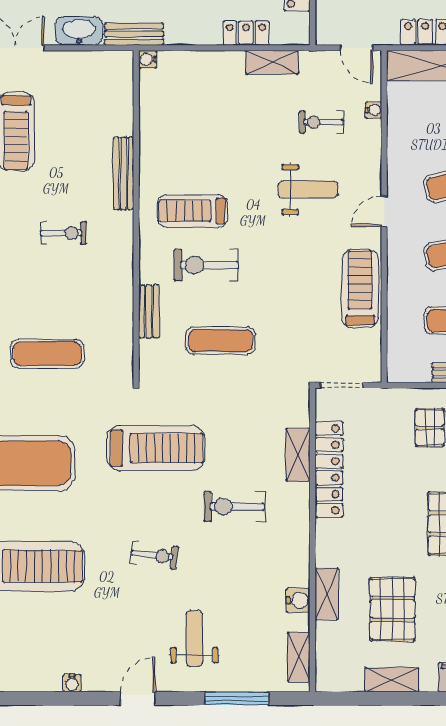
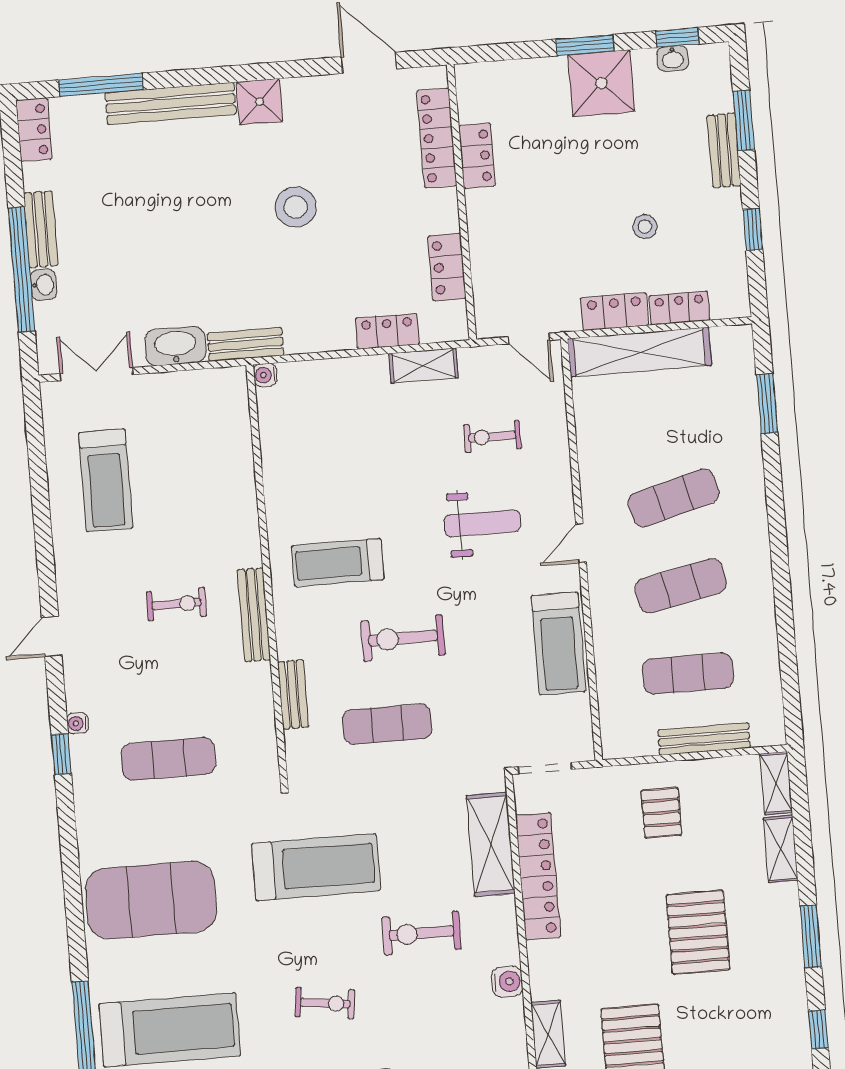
water cooler: (373, 110) -> (557, 416), removed
bench: (123, 173) -> (254, 615), moved
exercise bike: (206, 265) -> (403, 638), moved
treadmill: (360, 289) -> (559, 644), turned 180
shelving: (298, 455) -> (491, 844), width x1.50, depth x1.33
water cooler: (298, 600) -> (507, 982), moved

